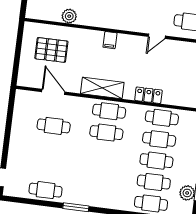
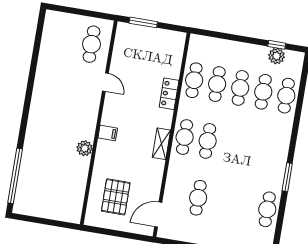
plant: (69, 16) -> (85, 148), moved
shelving: (102, 88) -> (161, 144), width x0.67, depth x0.75
door: (53, 92) -> (158, 215), moved

